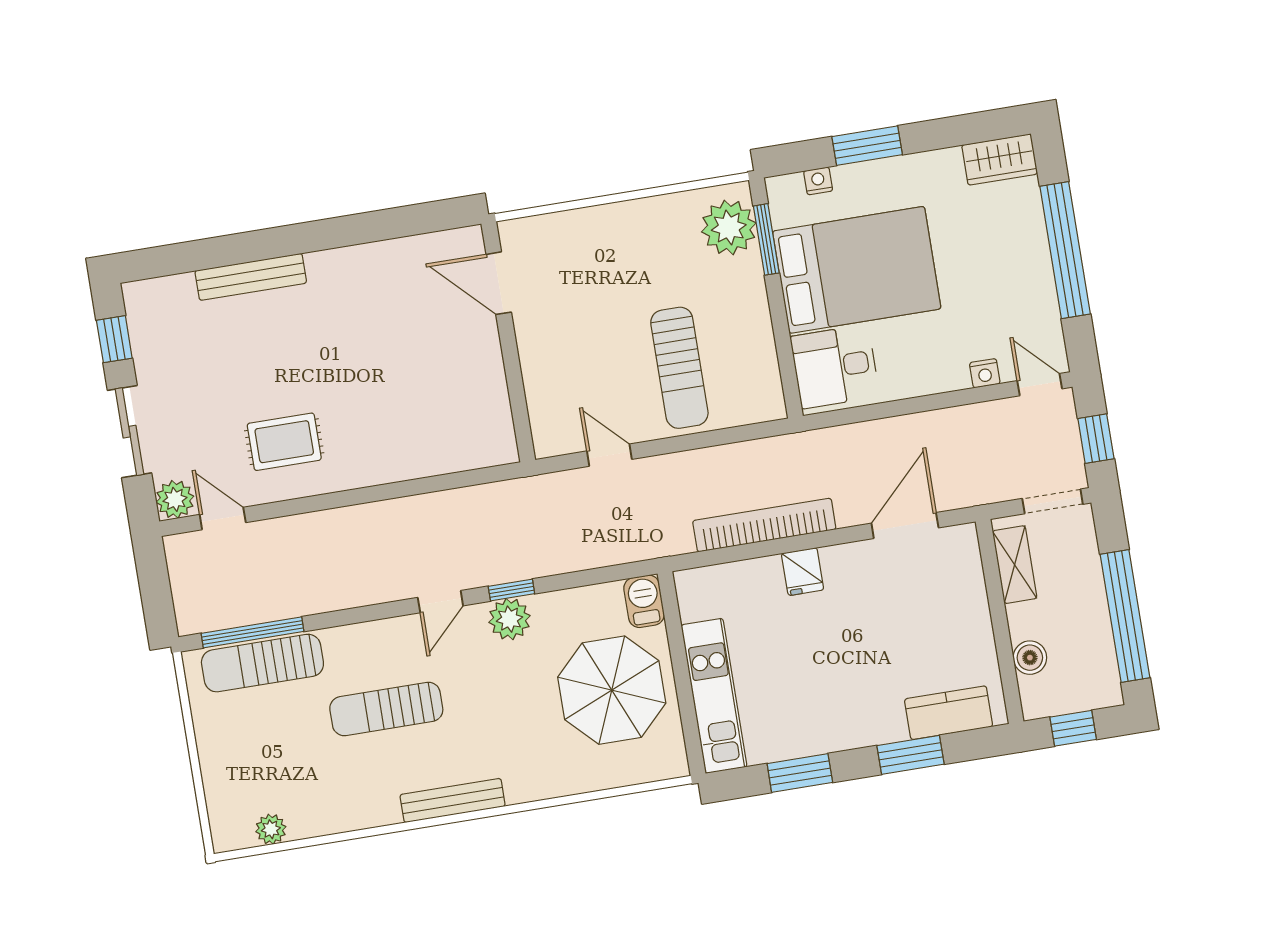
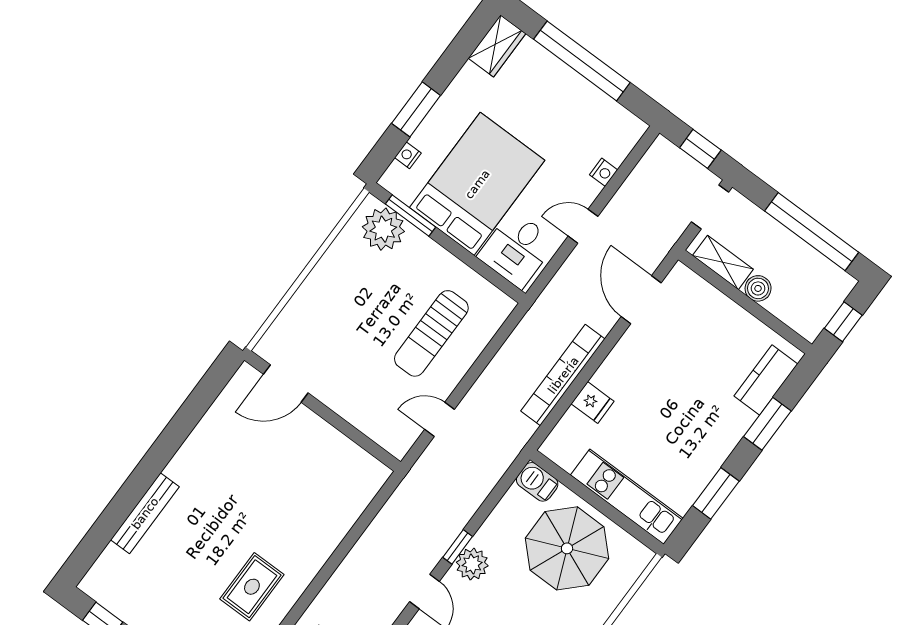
sun lounger: (679, 368) -> (431, 333), turned 90
door: (1040, 385) -> (583, 226), moved
fridge: (803, 572) -> (593, 402), moved
boiler: (1030, 658) -> (758, 288), moved

